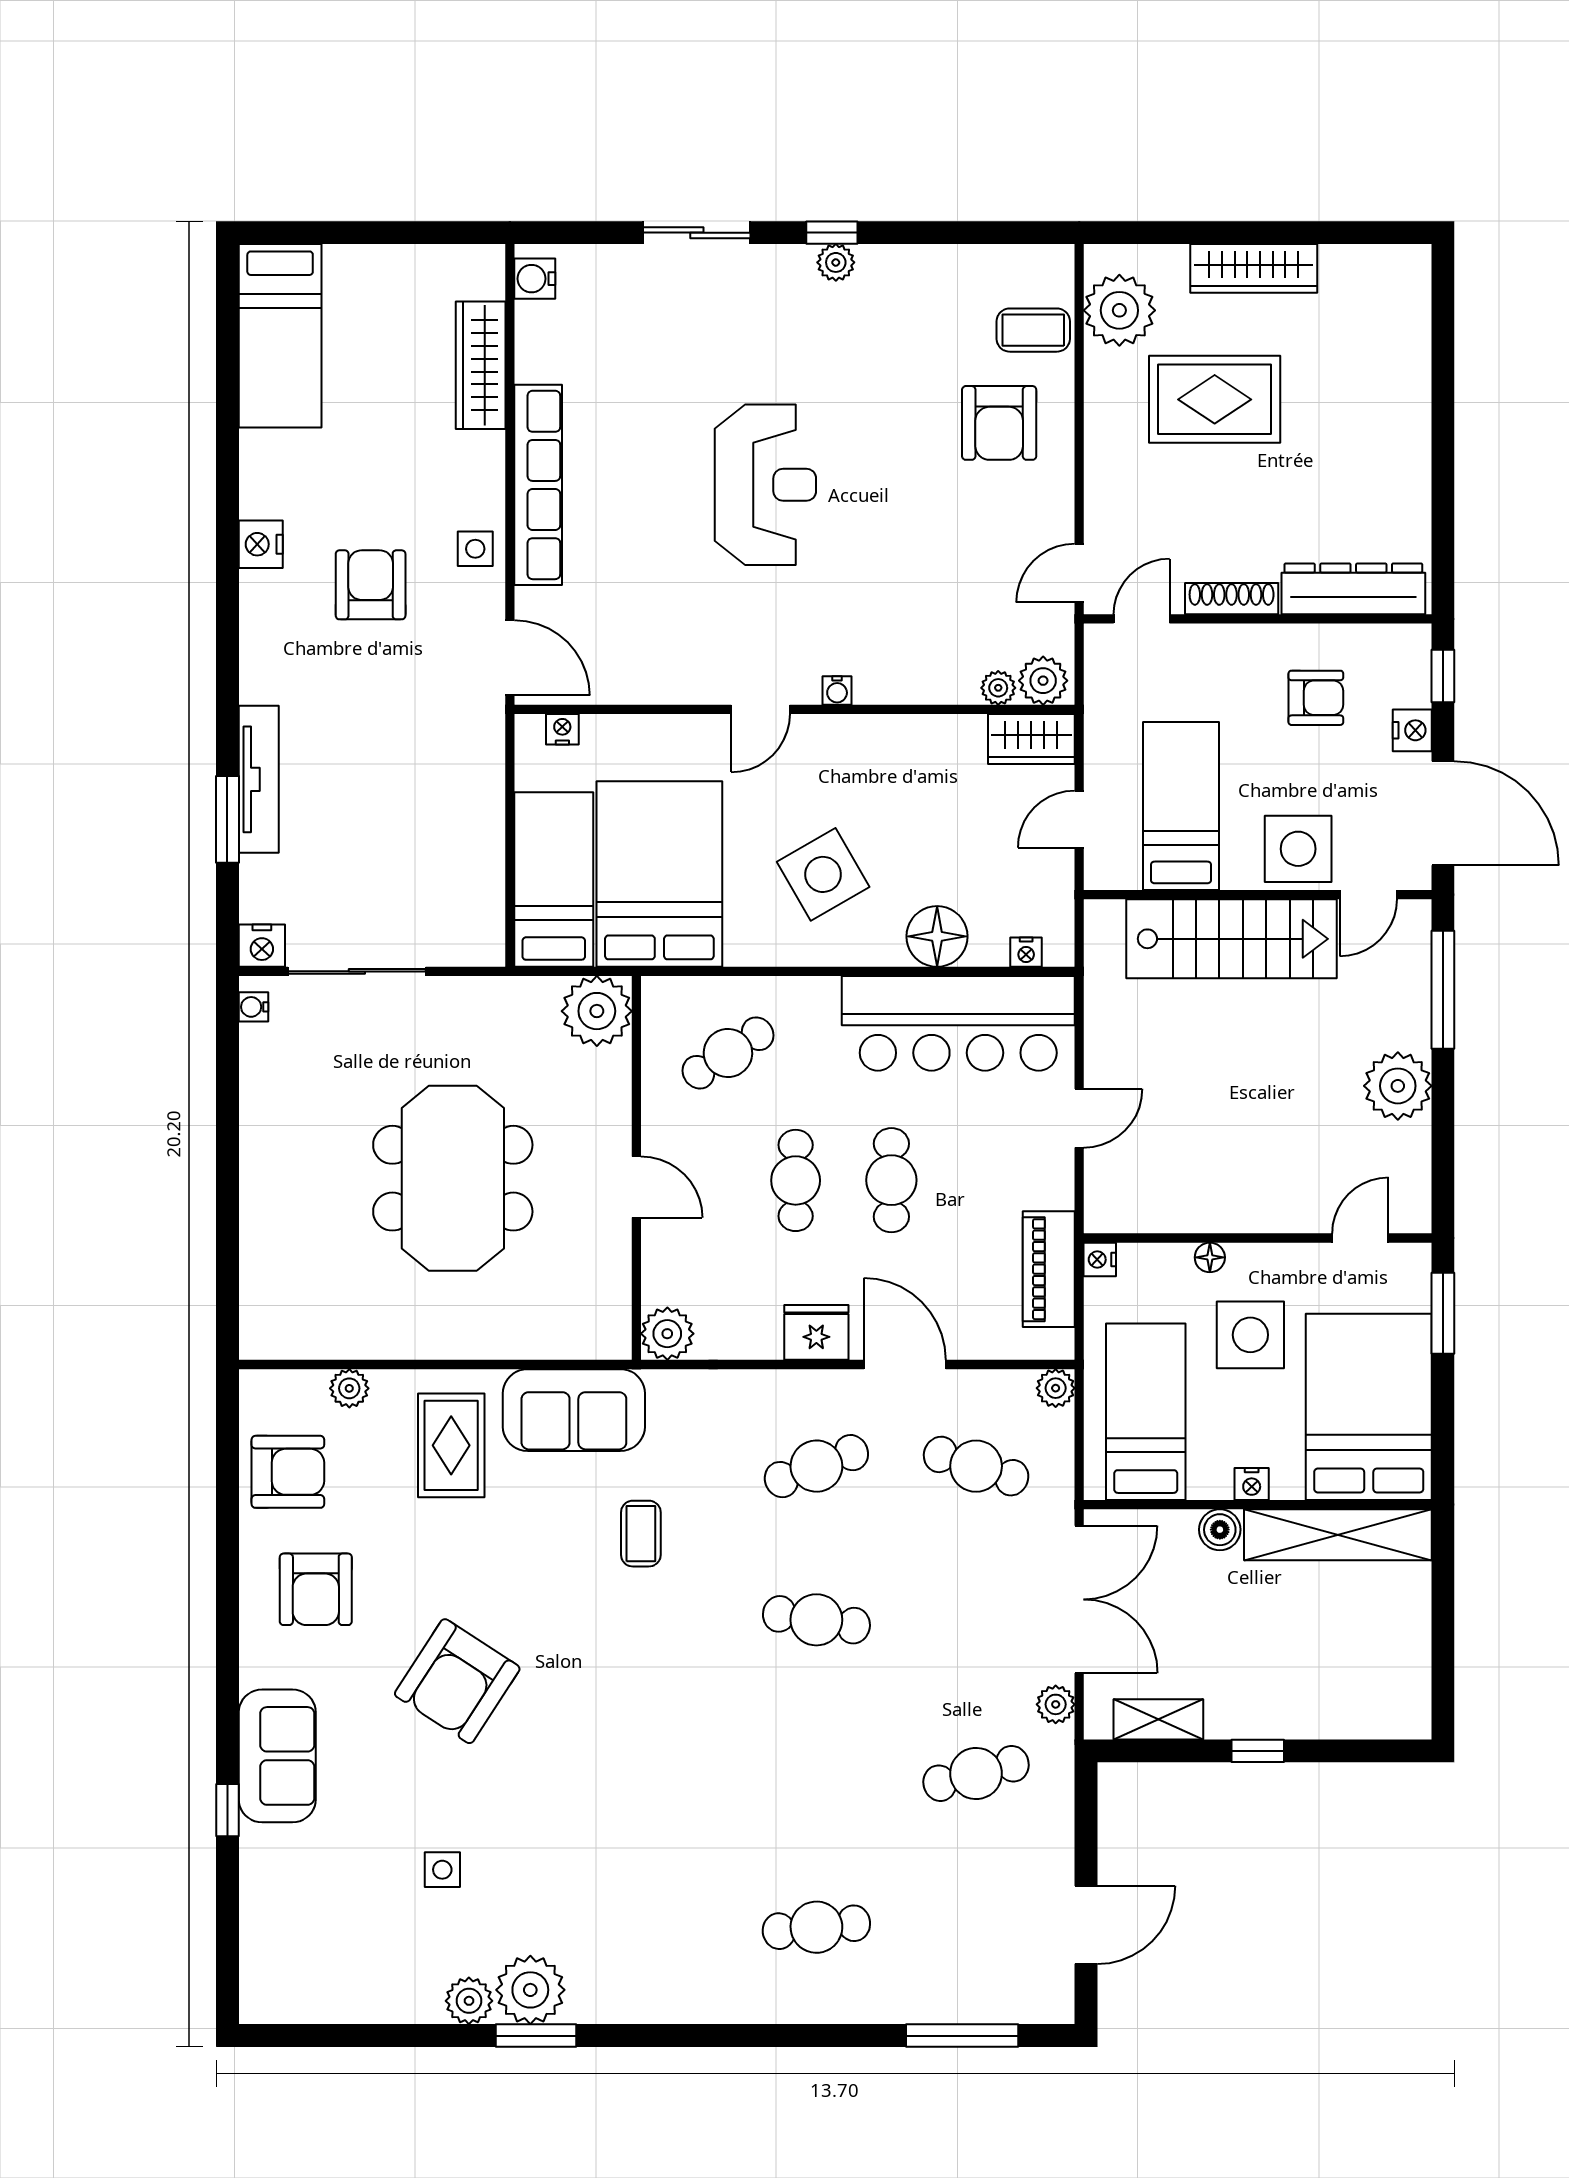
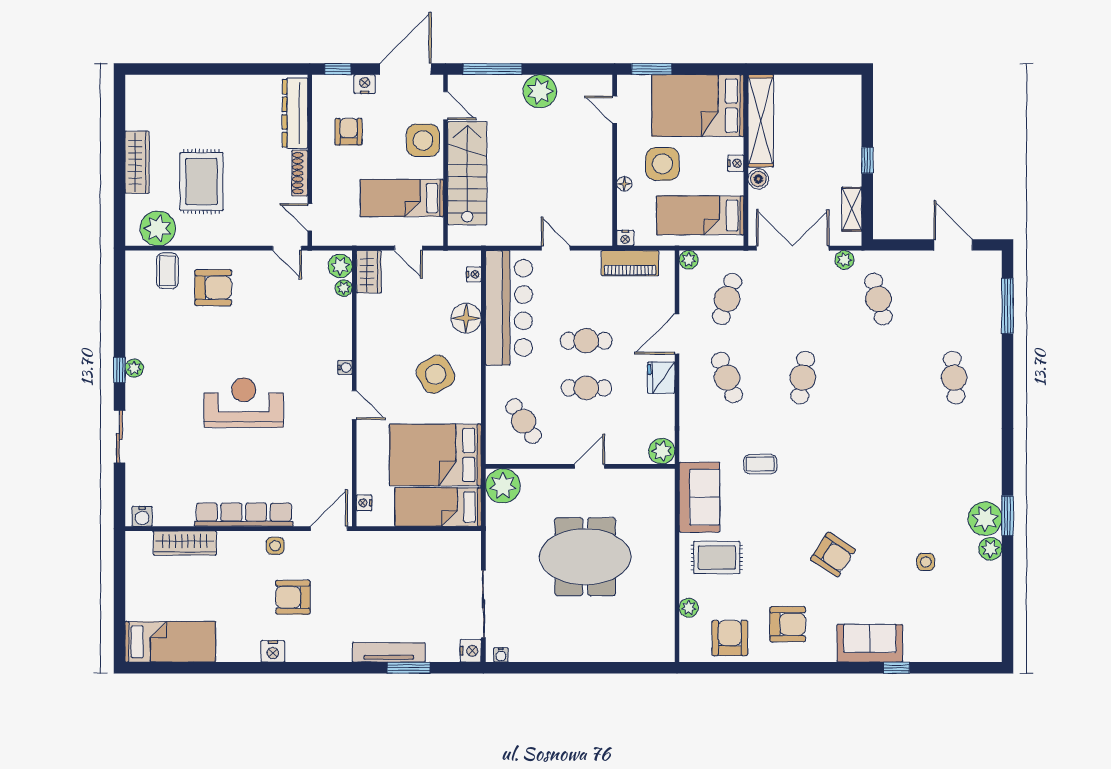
armchair: (457, 1681) -> (833, 555), width x0.73, depth x0.73

